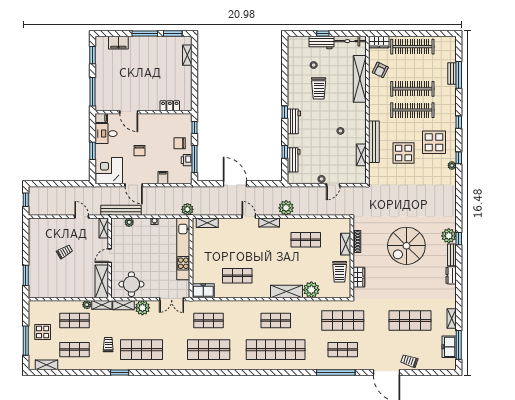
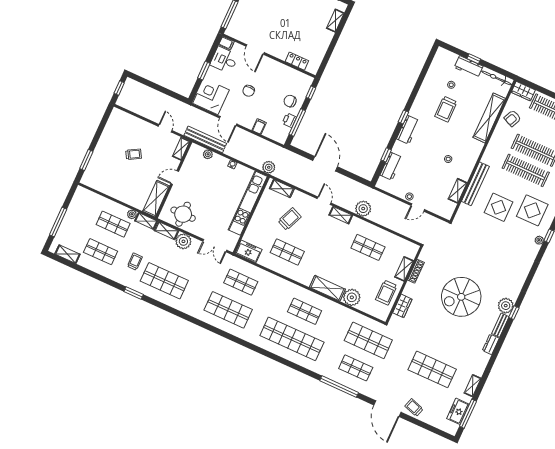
trolley: (226, 246) -> (289, 219), added
display table: (43, 332) -> (78, 221), removed

